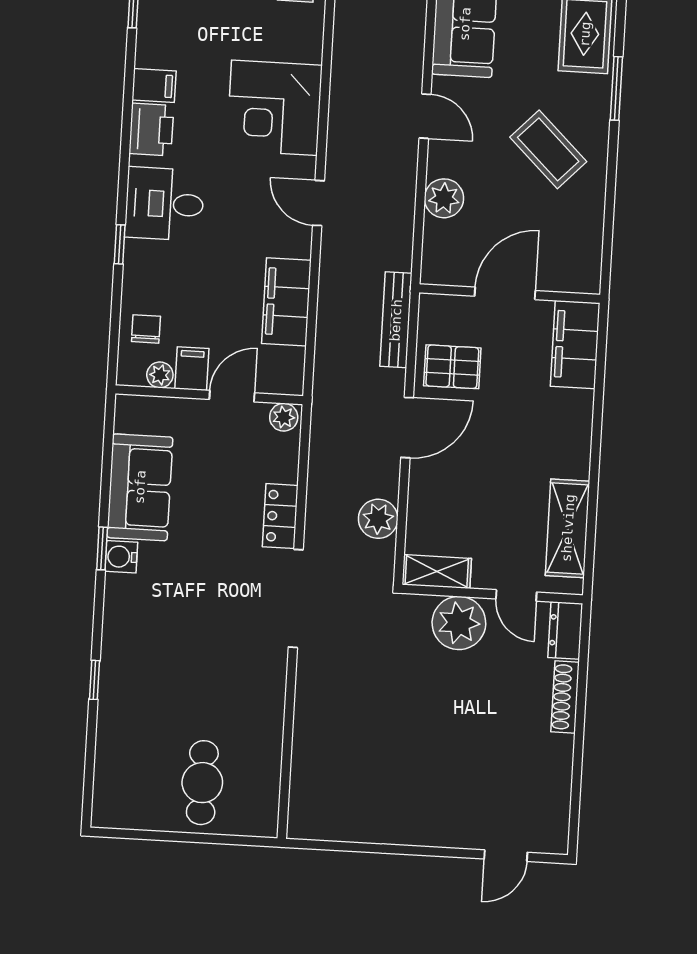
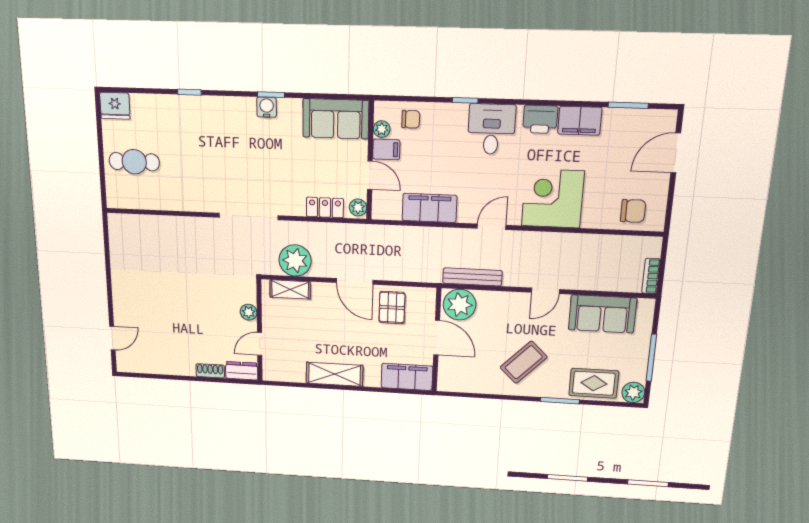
filing cabinet: (154, 86) -> (580, 121), width x2.00
plant: (444, 198) -> (460, 305), moved, width x1.36, depth x1.36
bench: (396, 320) -> (472, 277), moved
sofa: (140, 487) -> (336, 119), moved
locker: (280, 516) -> (325, 207), moved
plant: (378, 519) -> (295, 260), width x1.36, depth x1.36
shelving: (568, 528) -> (335, 374), moved
shelving: (437, 572) -> (290, 289), moved, turned 90
plant: (459, 623) -> (249, 312), width x0.53, depth x0.53
shoe rack: (565, 697) -> (210, 371), width x0.70
fridge: (112, 805) -> (115, 106), added
door: (506, 856) -> (112, 338), swing flipped

